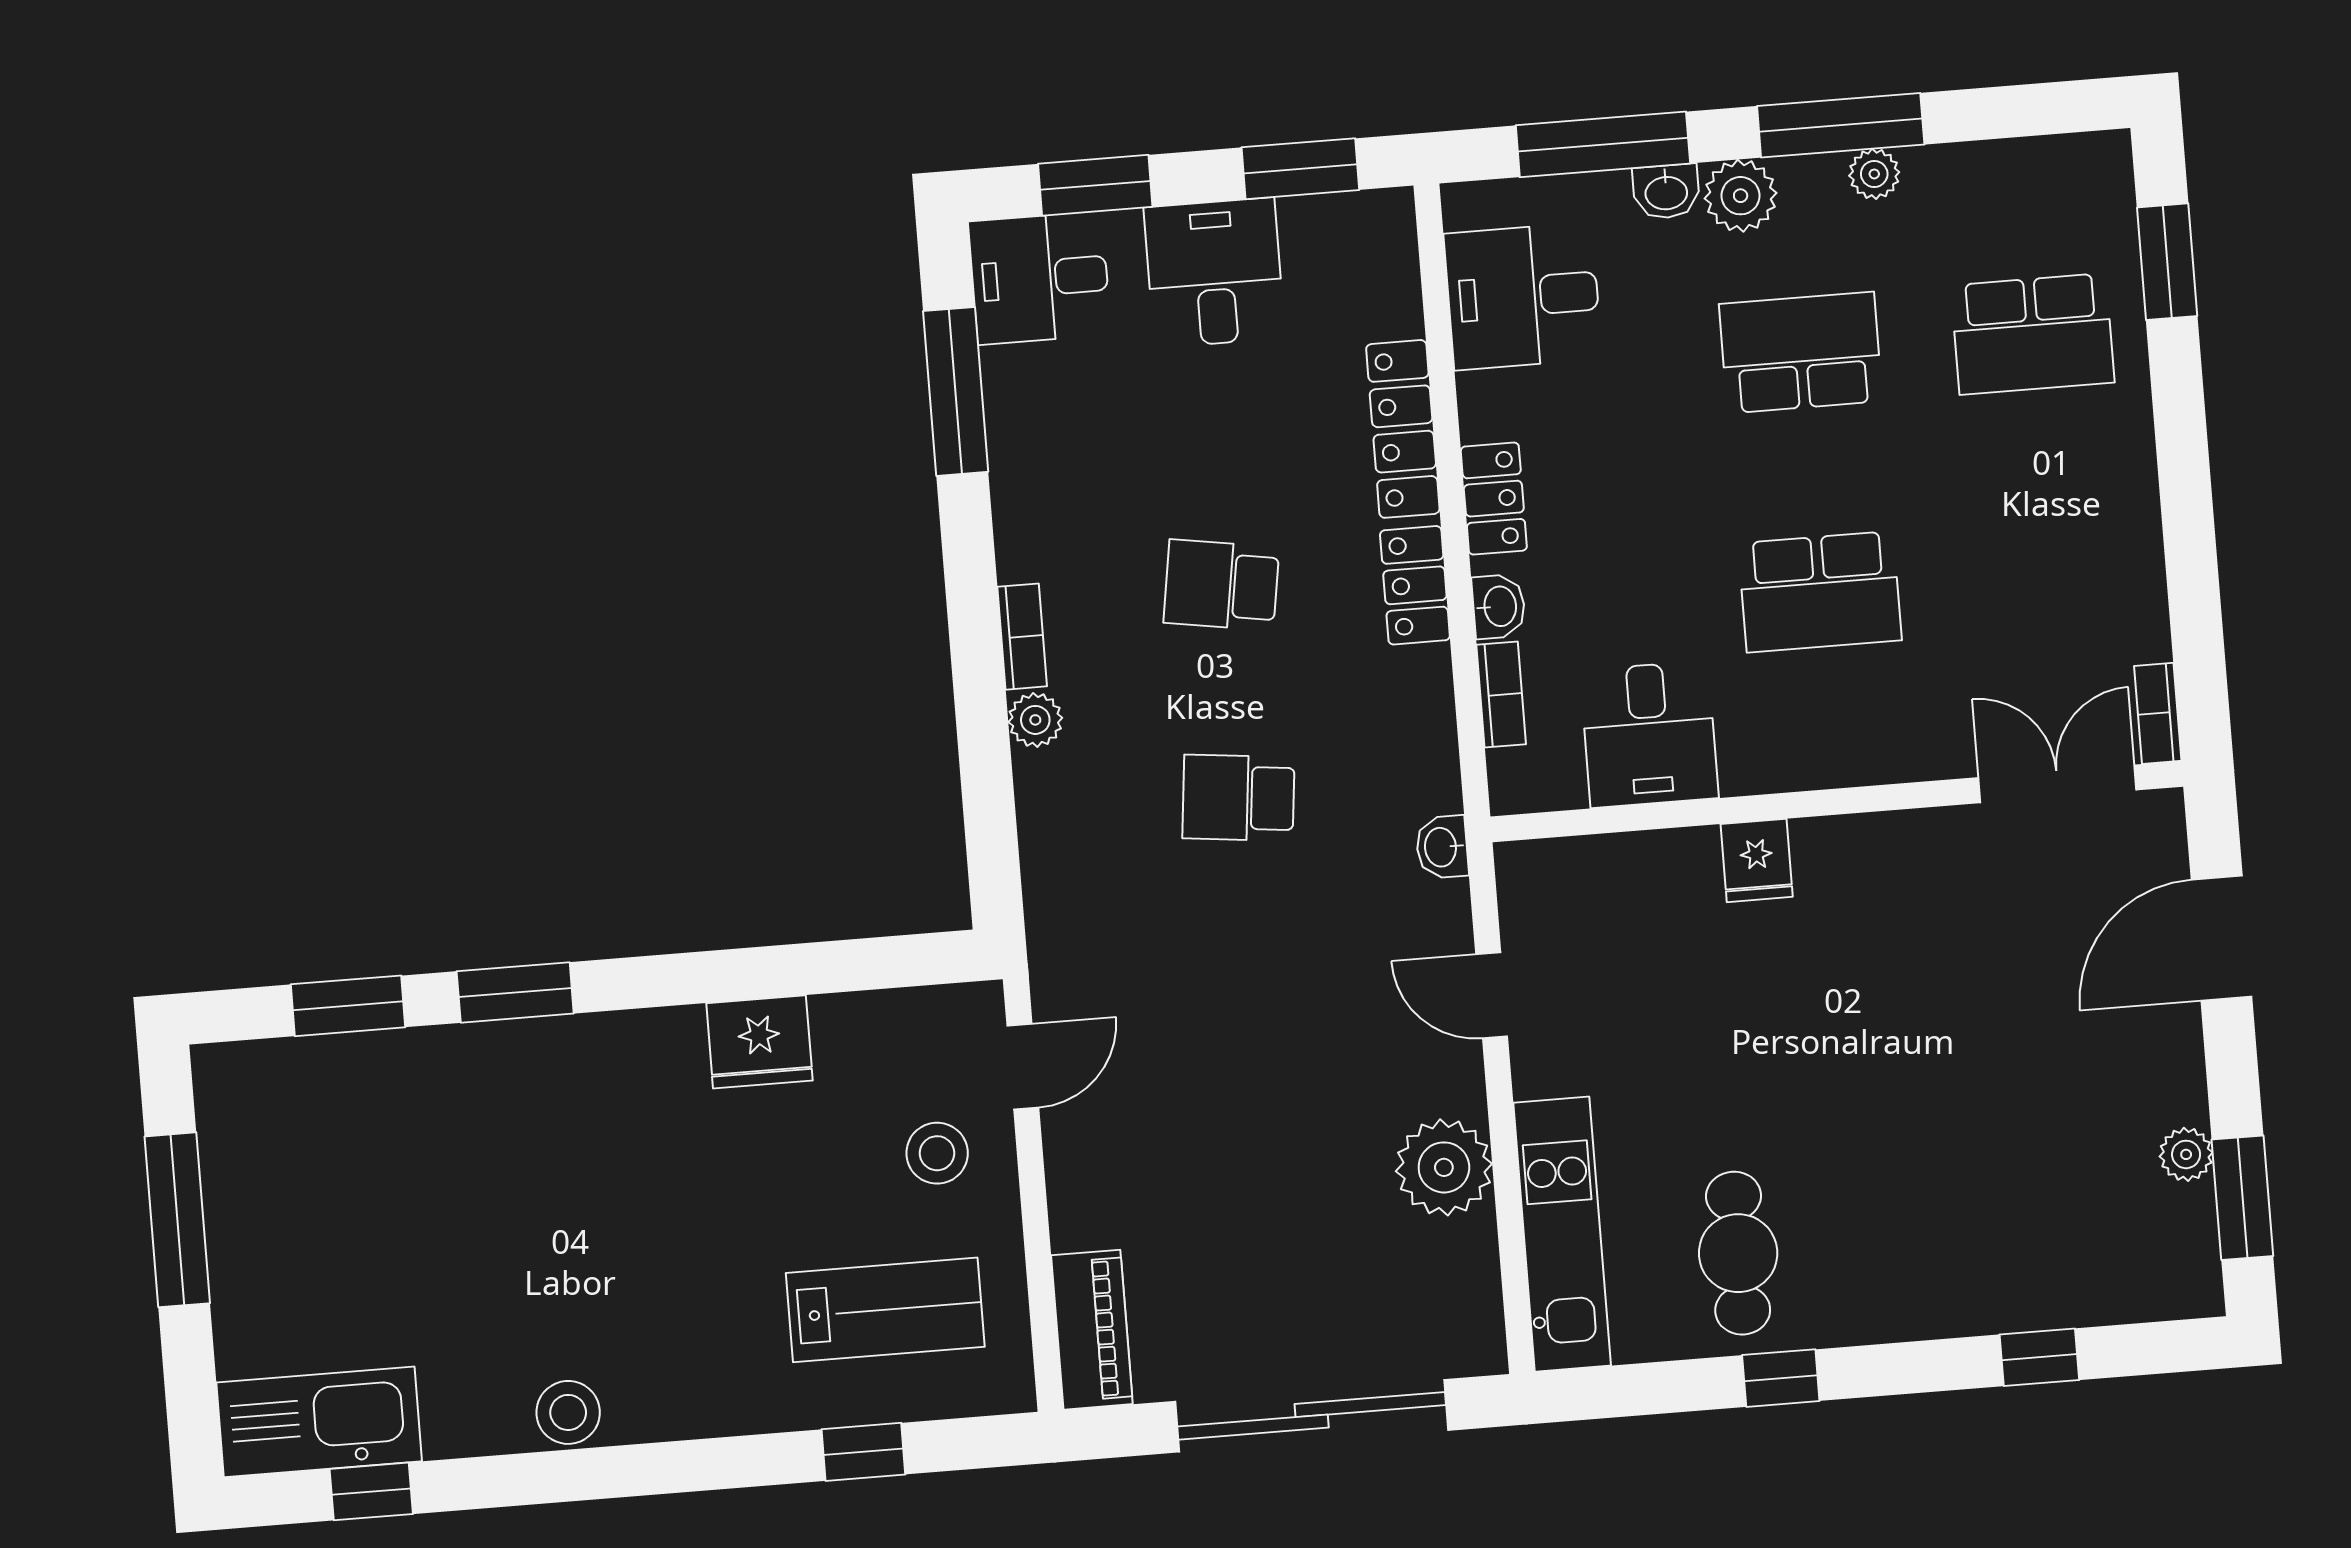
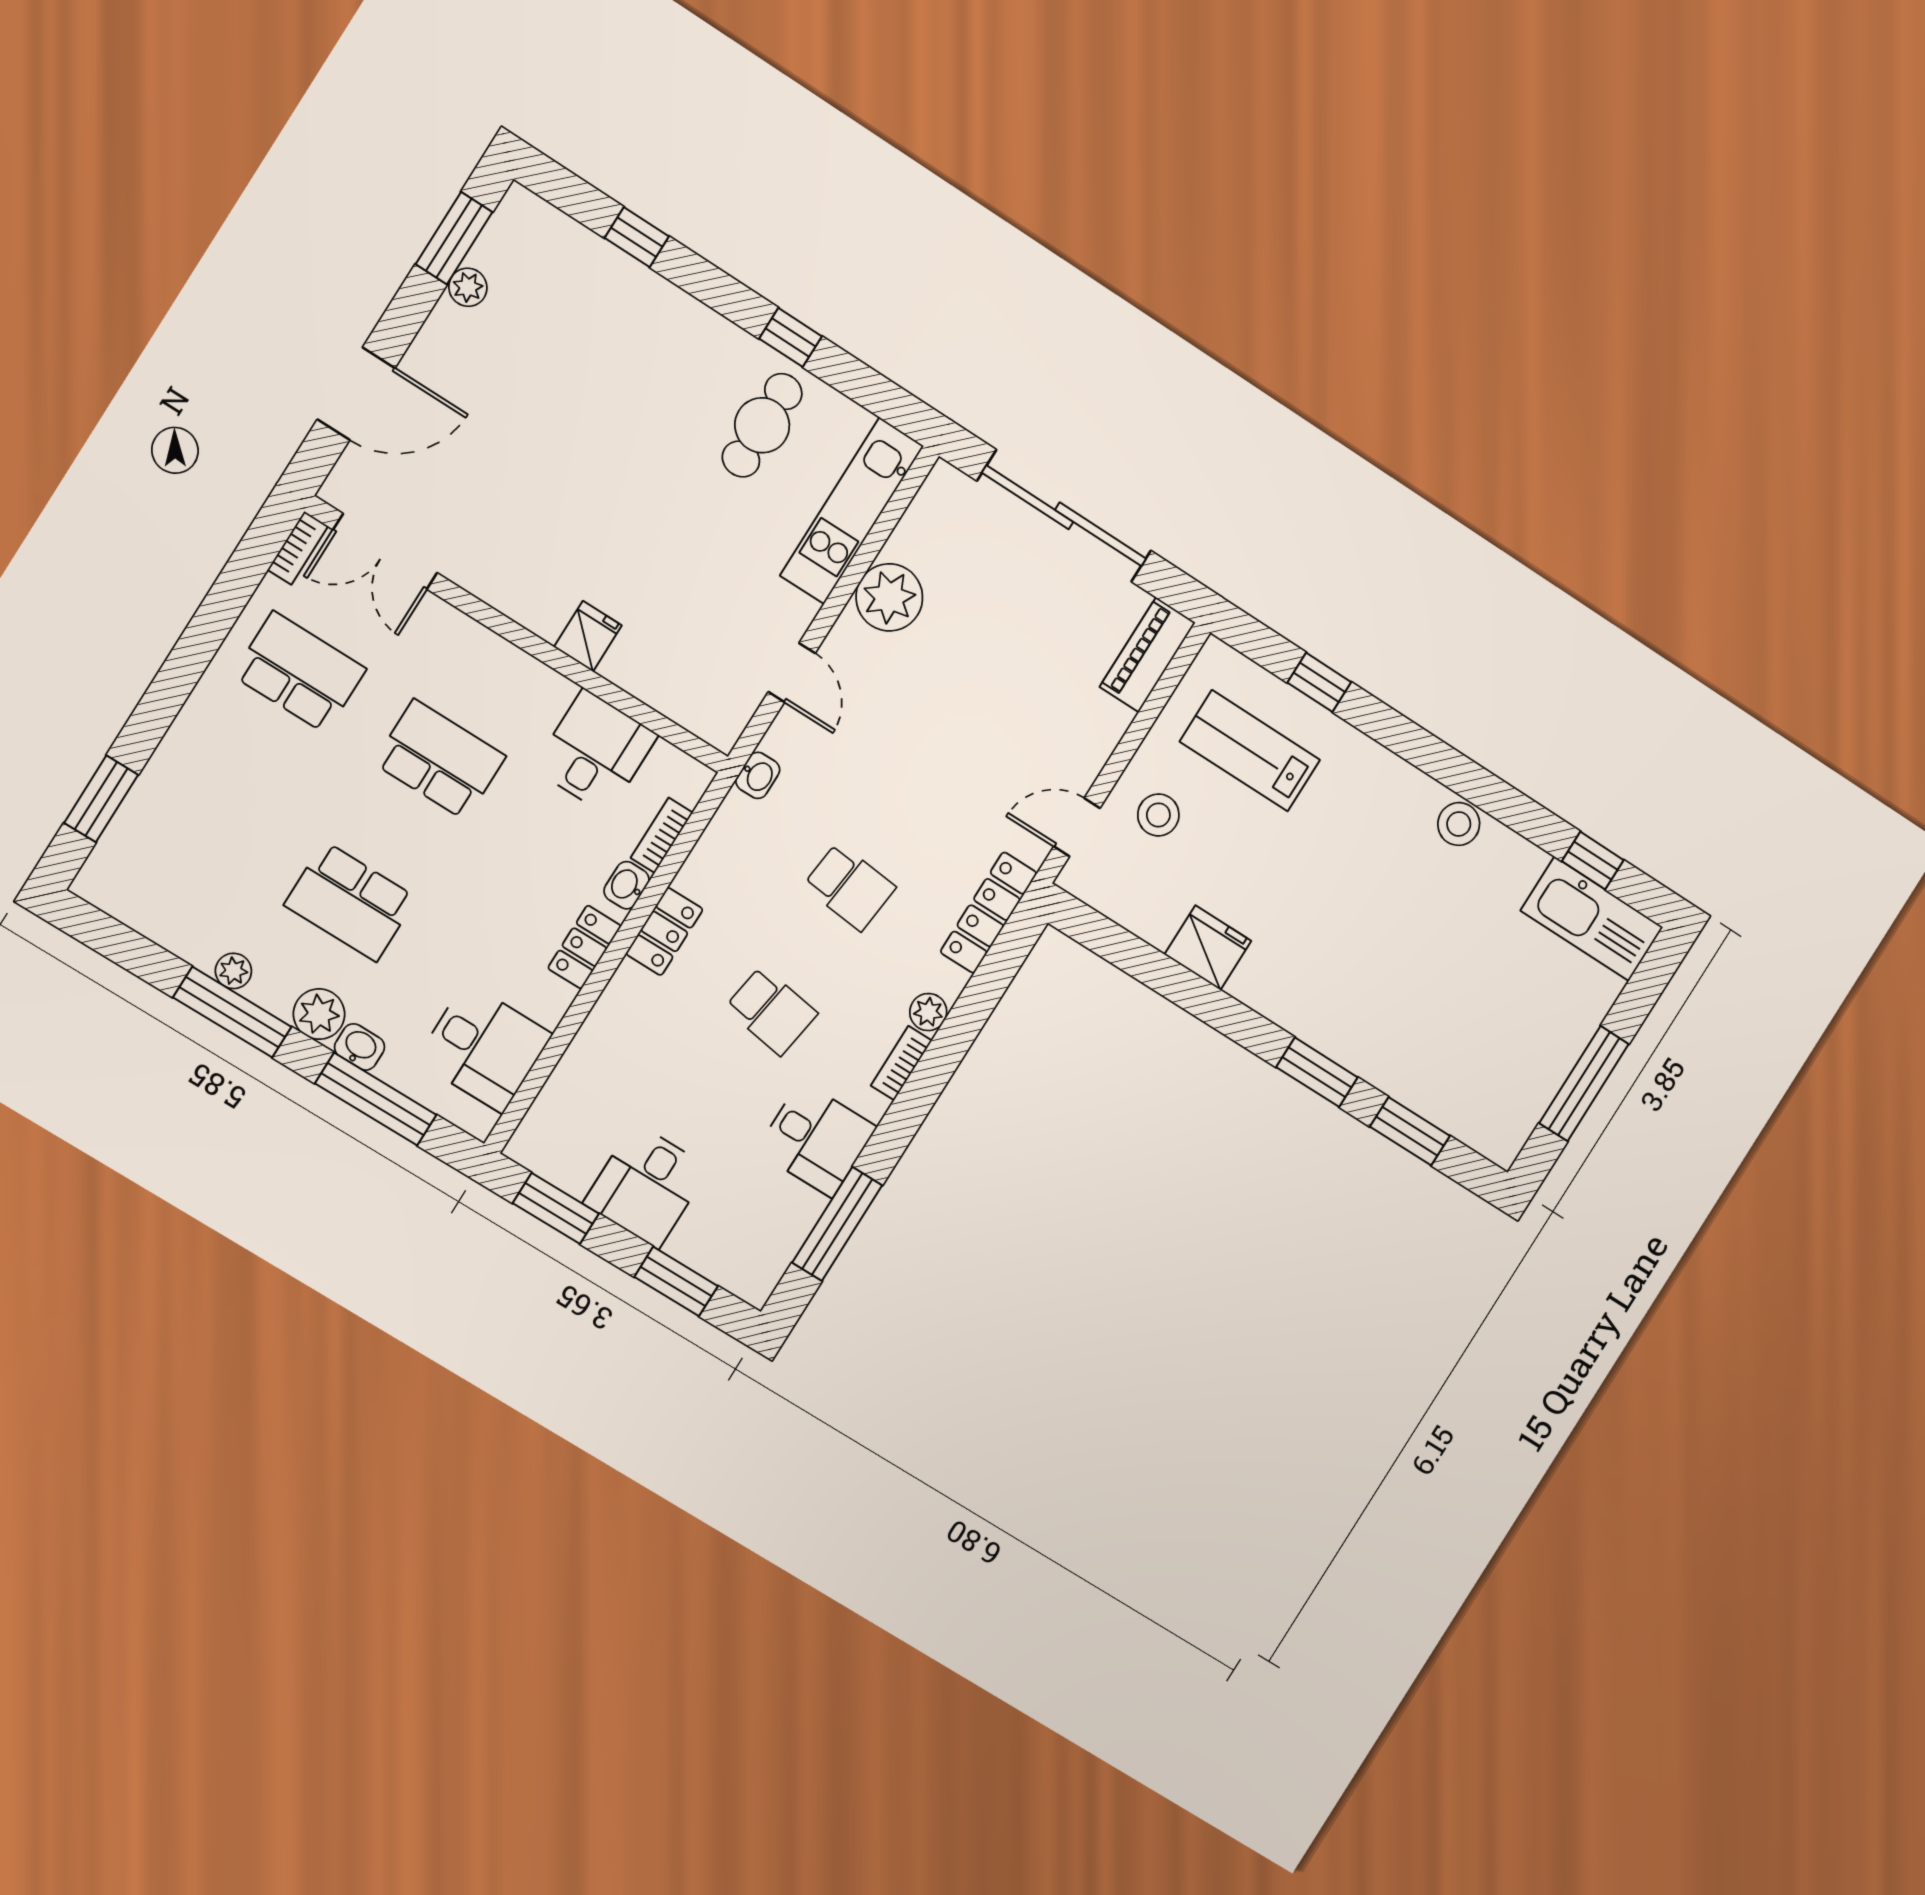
desk: (1040, 278) -> (816, 1139), moved
school desk: (2033, 334) -> (299, 672), moved
locker: (1403, 429) -> (989, 913), moved, turned 180

